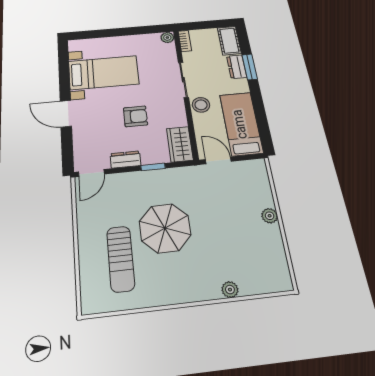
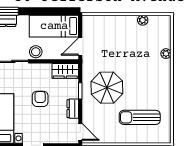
plant: (270, 216) -> (143, 20), moved
parasol: (165, 228) -> (107, 88), moved
sun lounger: (121, 259) -> (140, 117), turned 180

